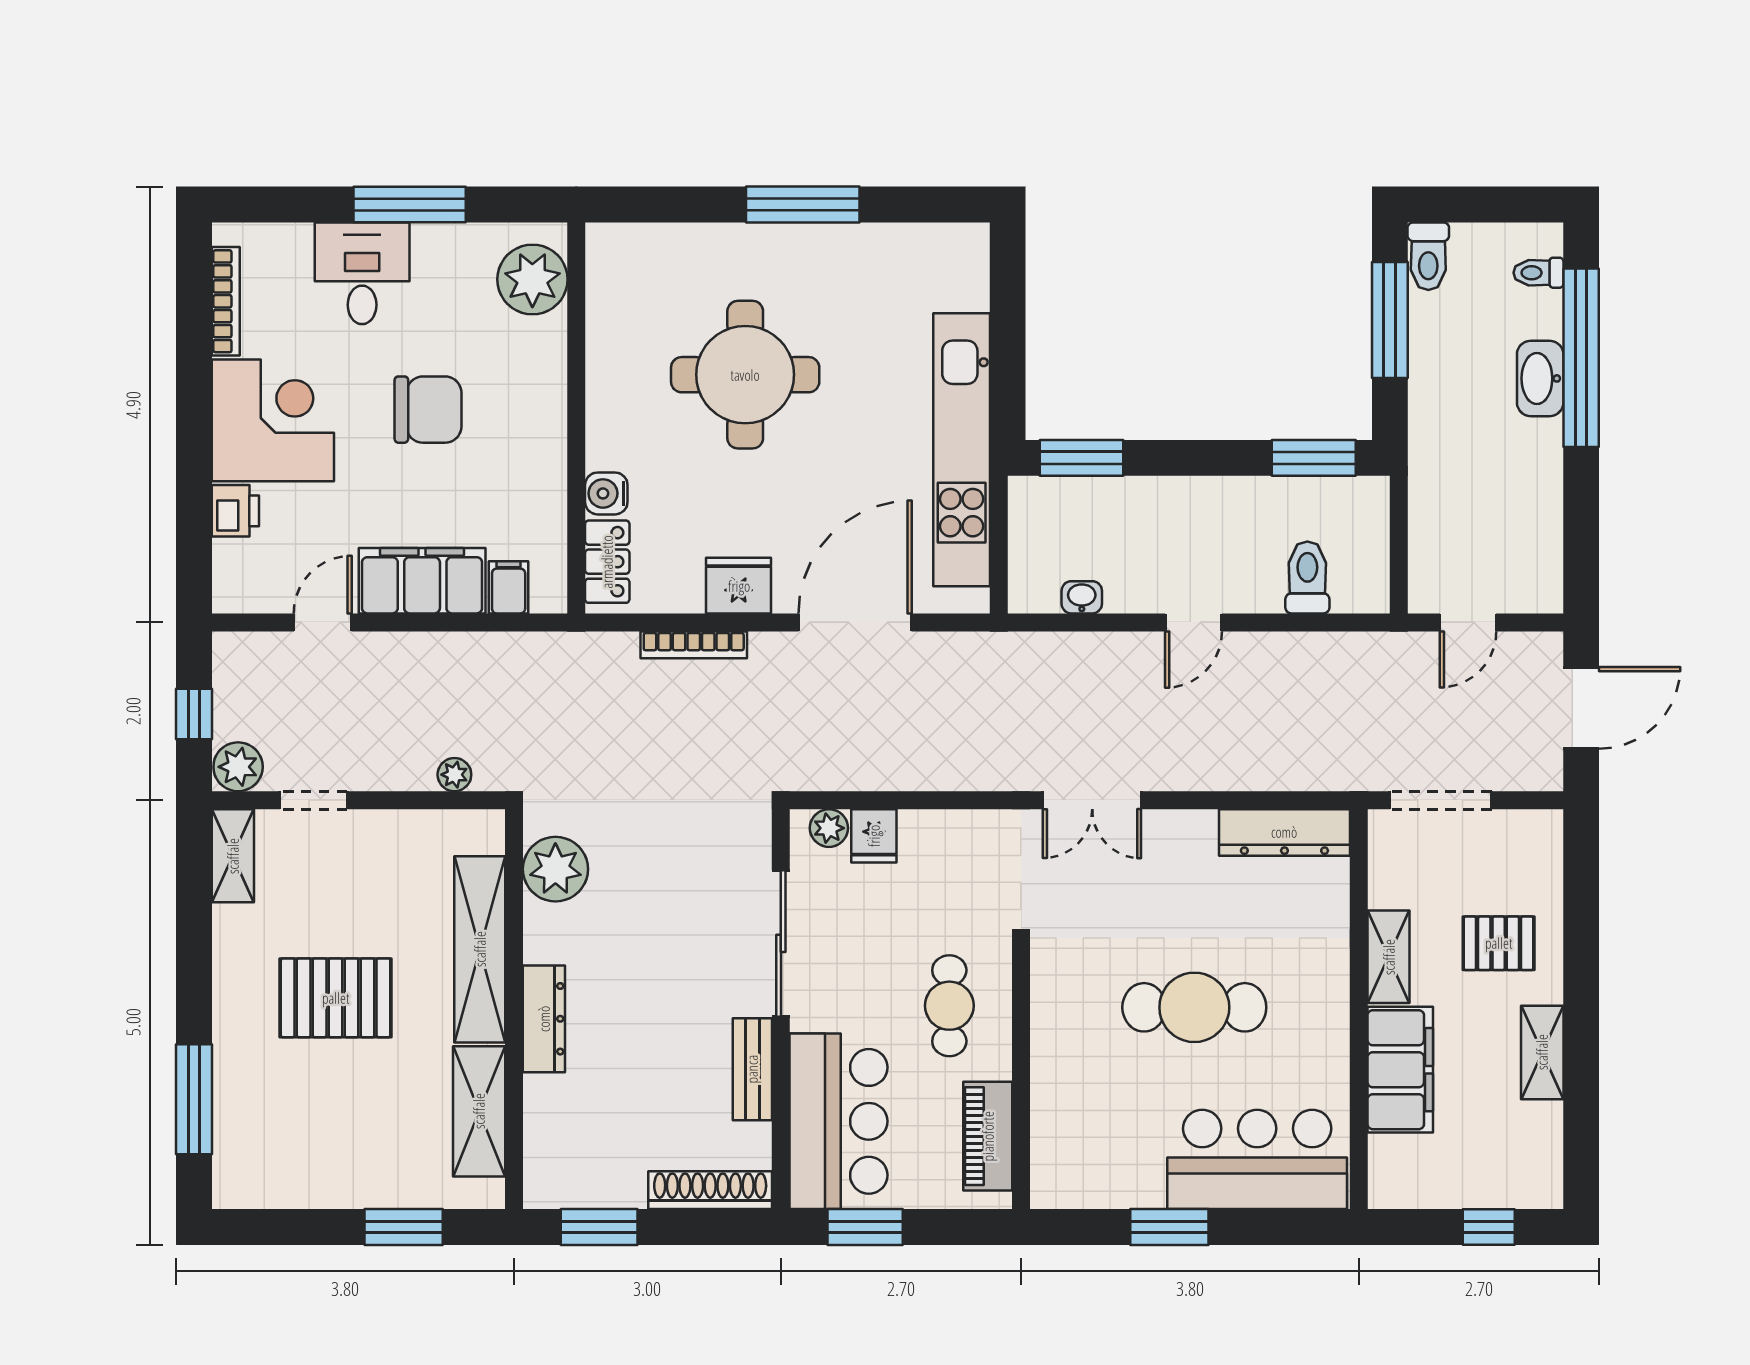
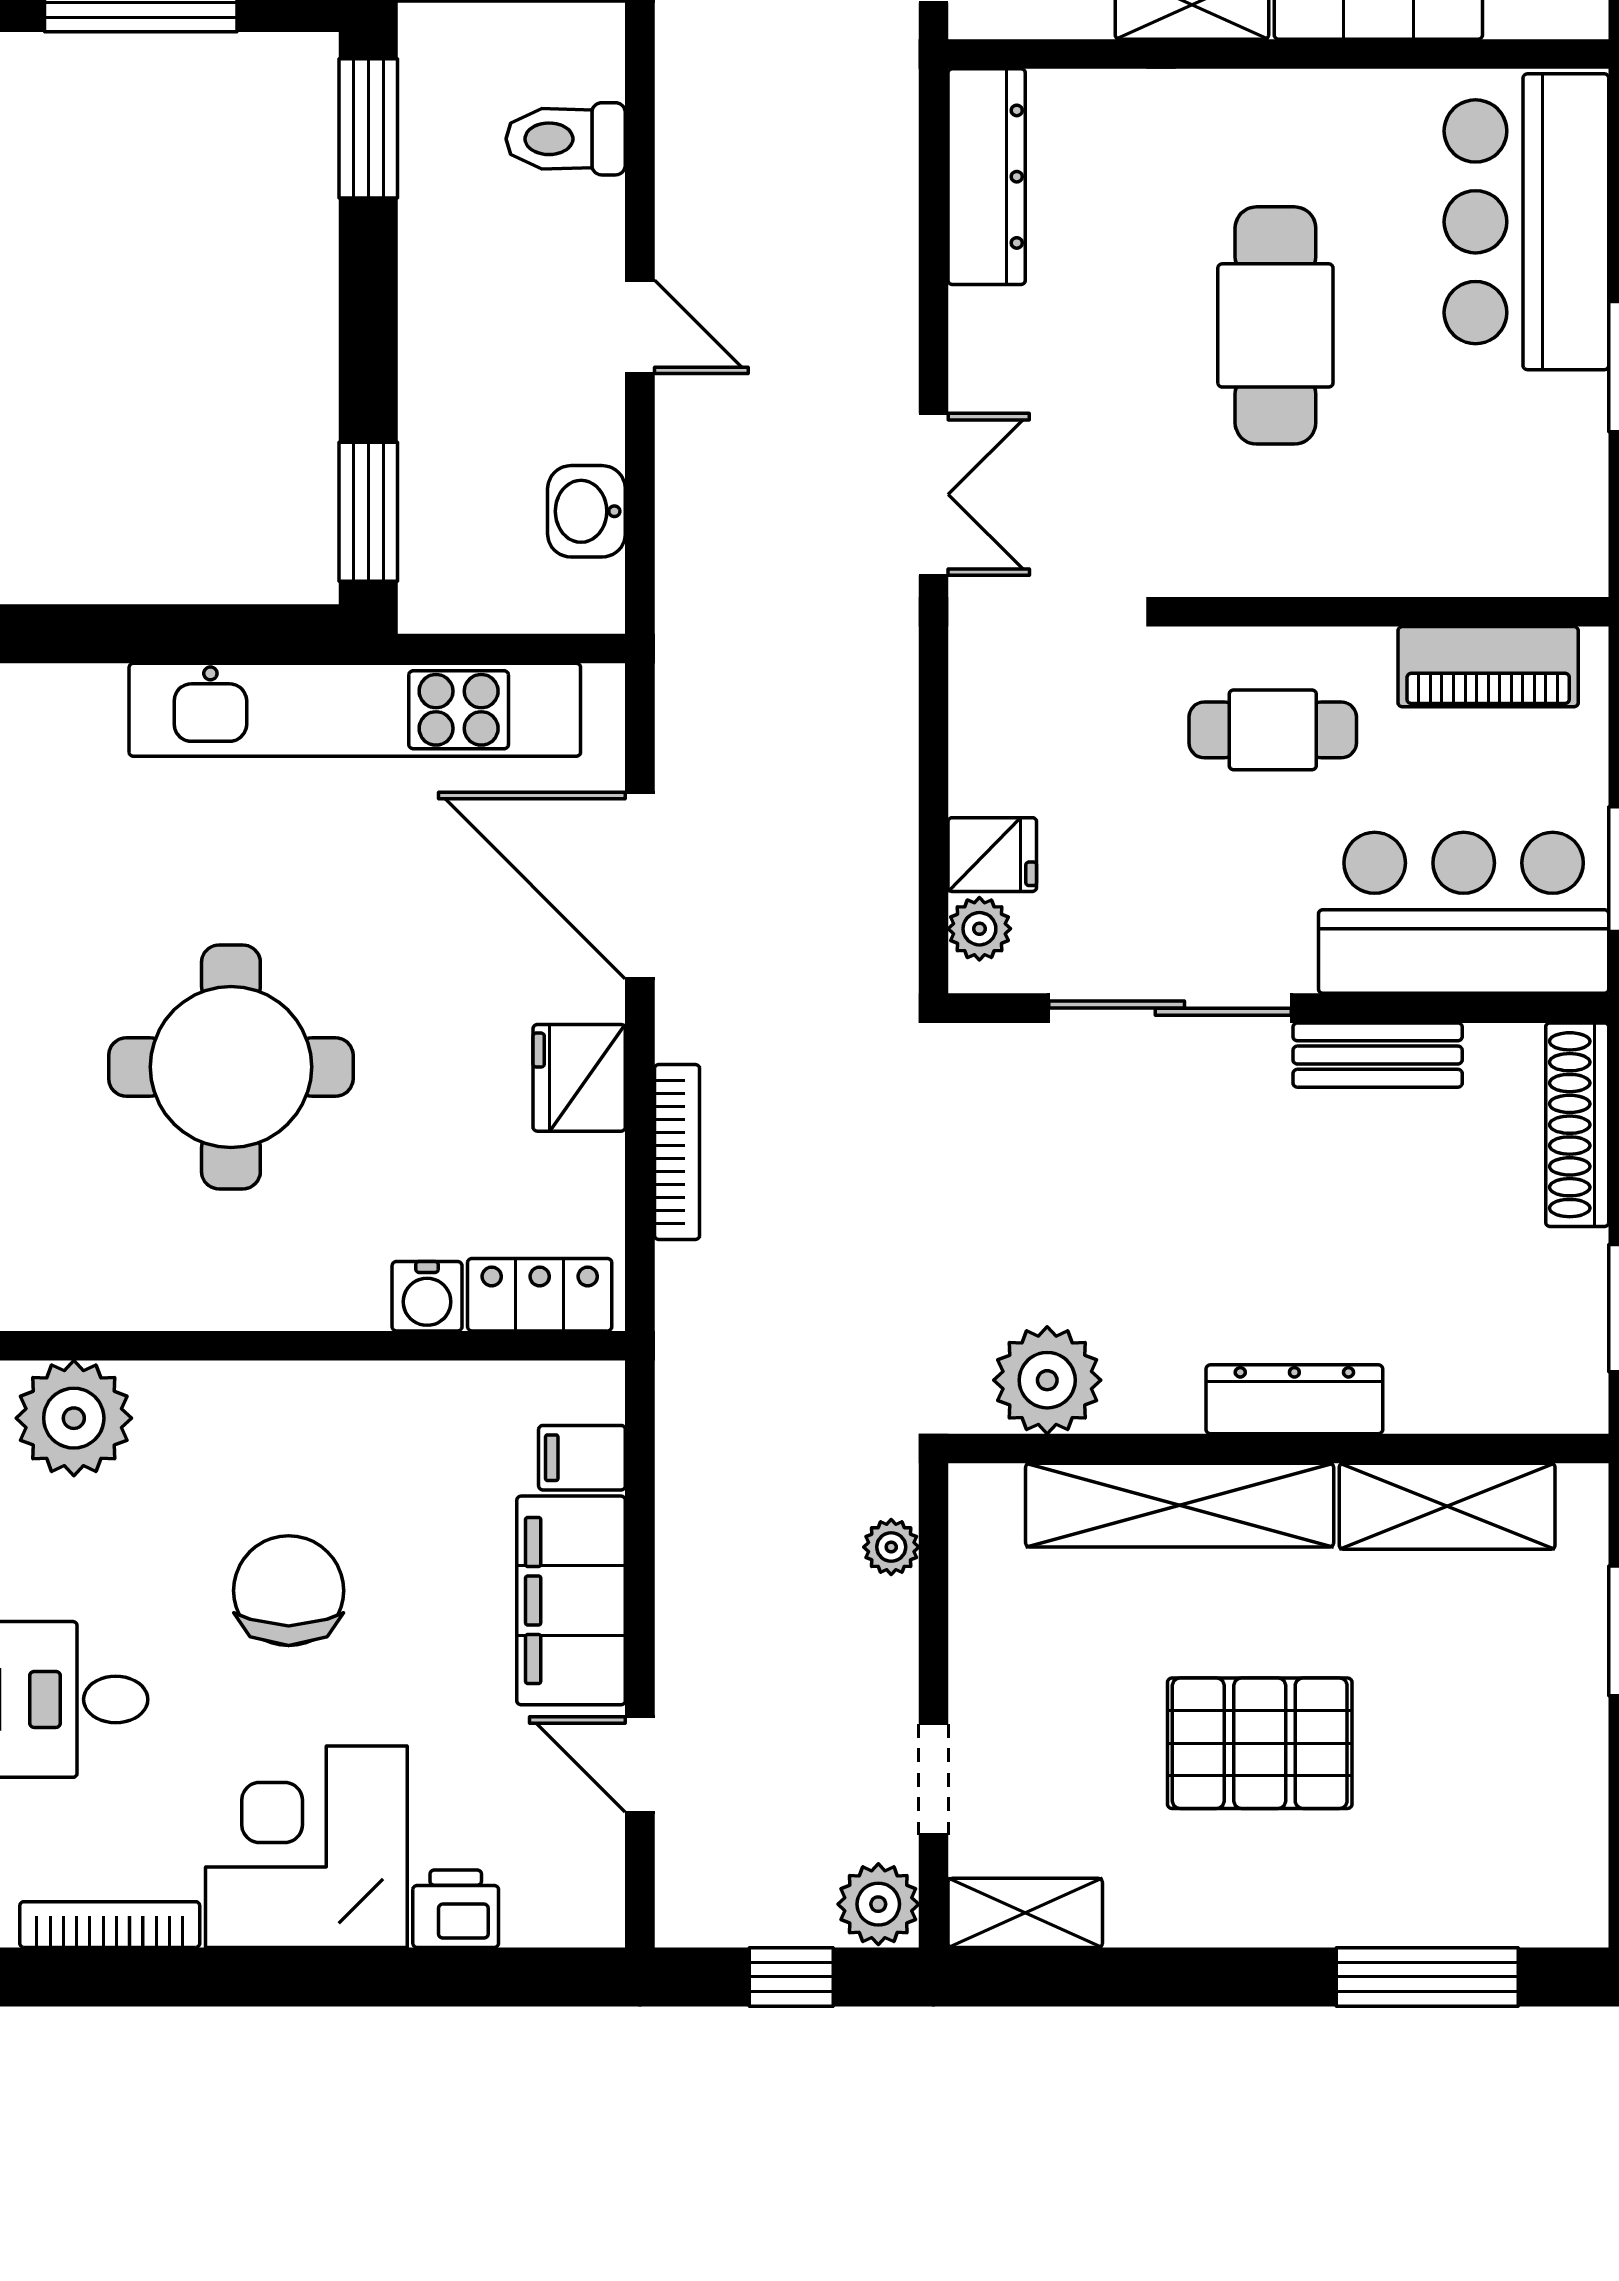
washbasin: (1082, 597) -> (586, 511), width x1.38, depth x1.45
pallet: (336, 998) -> (1260, 1743), turned 90

